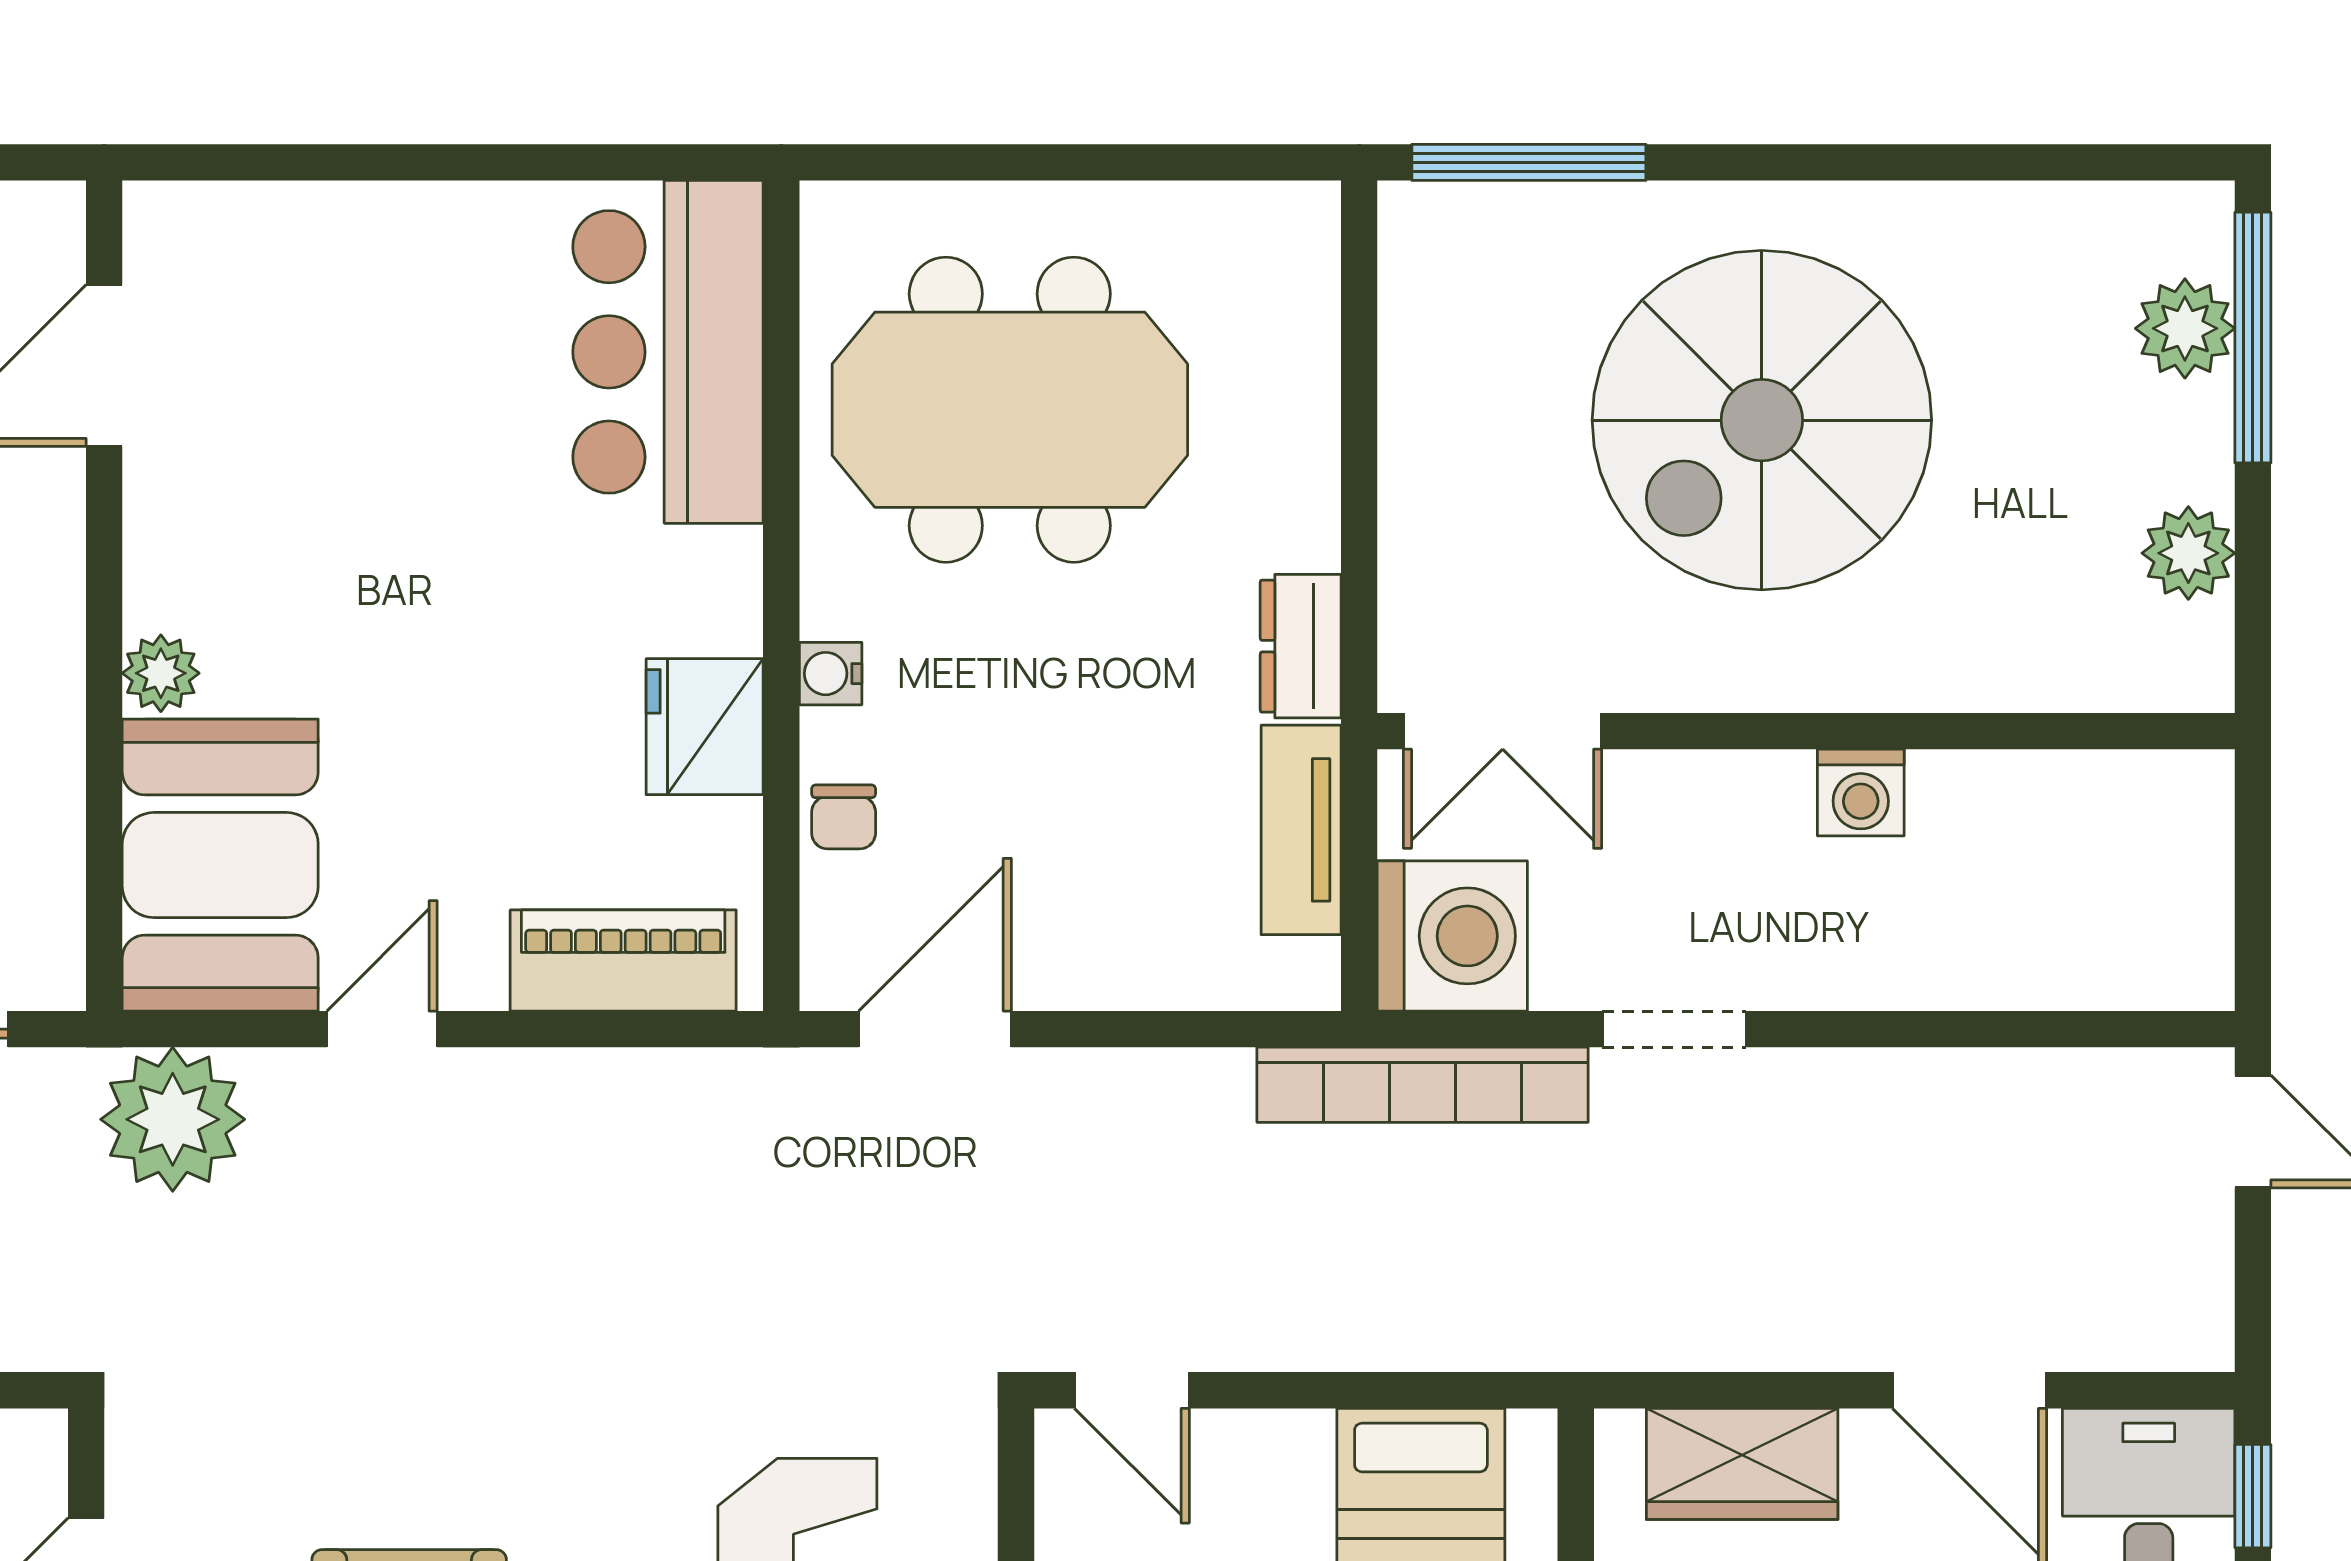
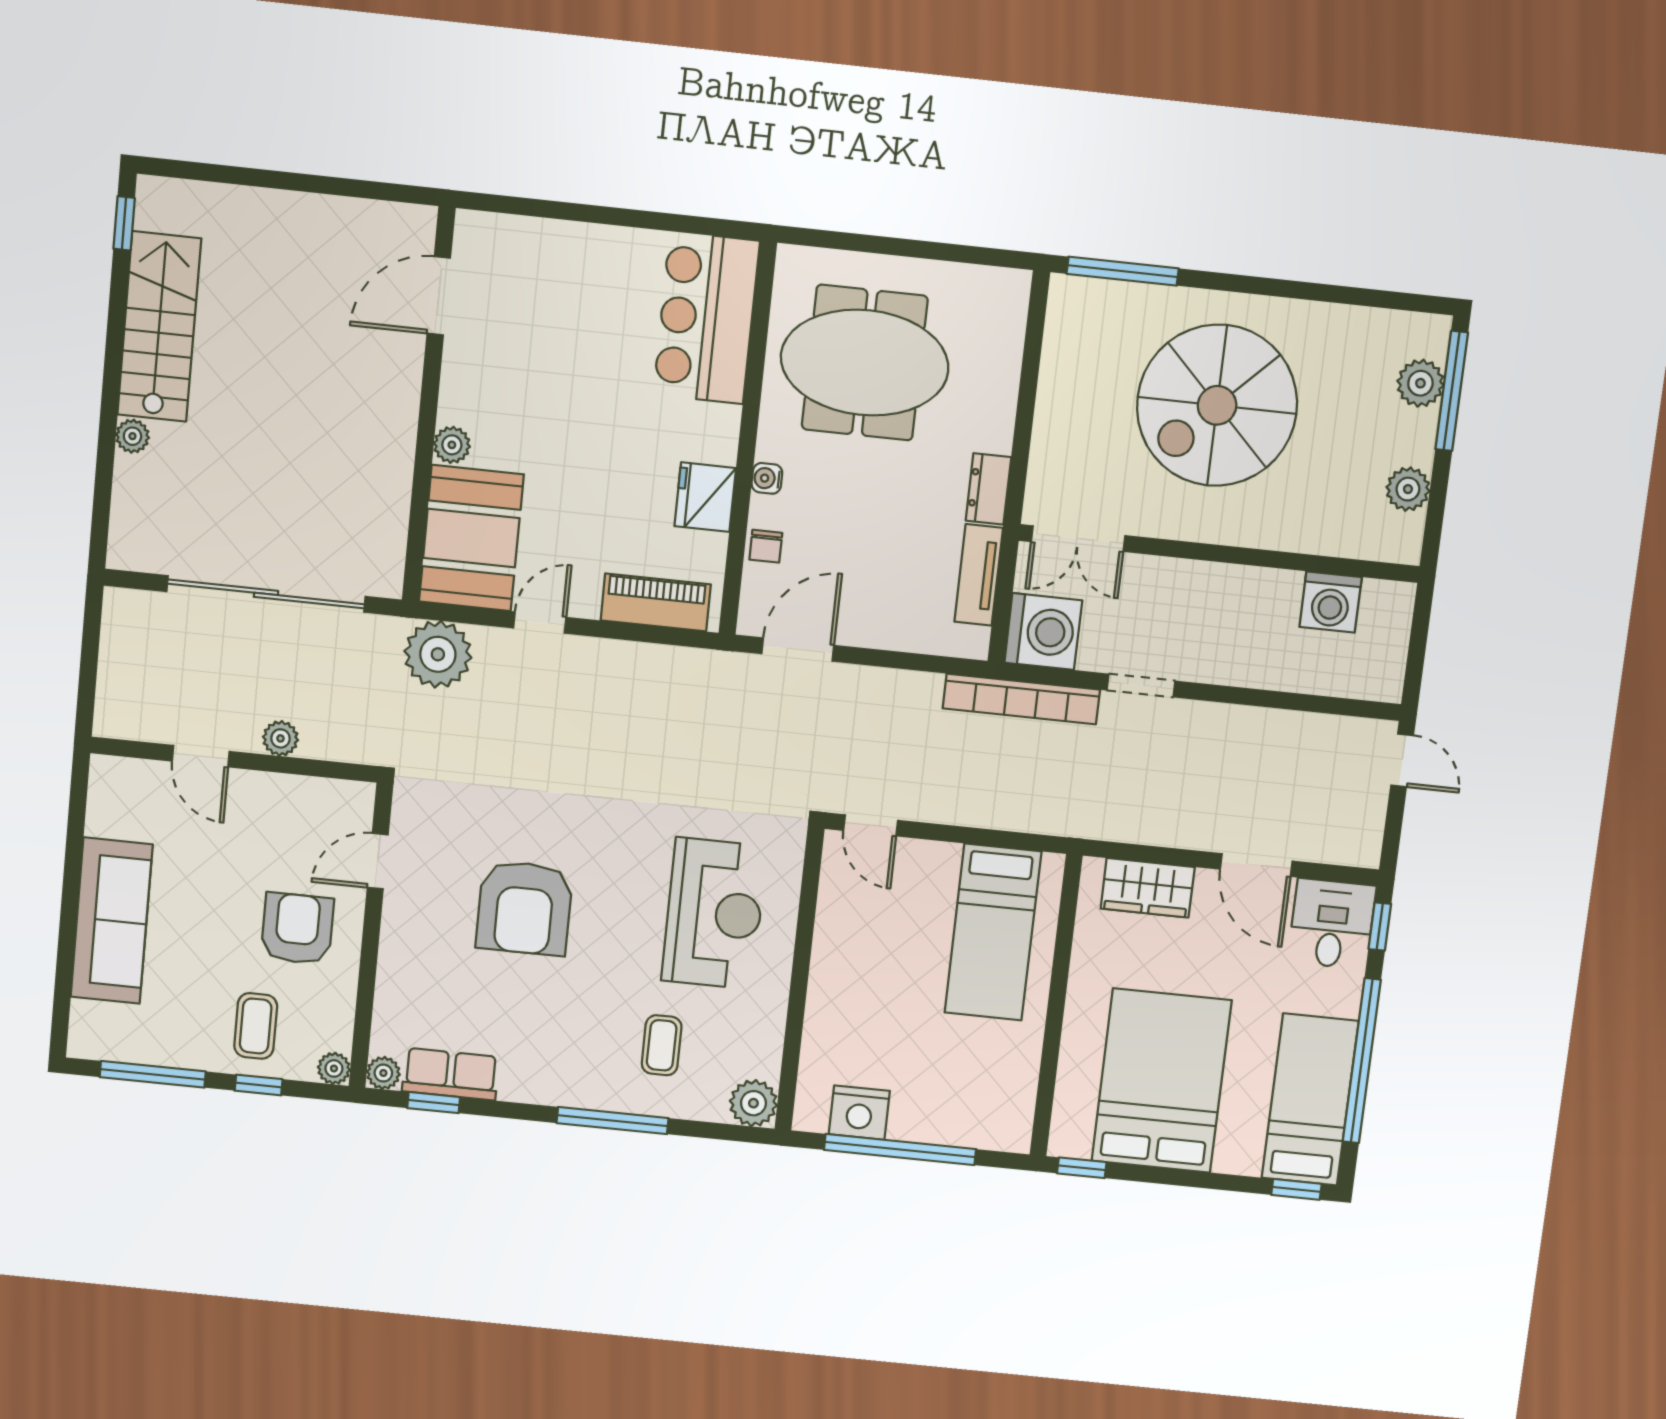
washing machine: (1861, 793) -> (1331, 602), moved, width x1.38, depth x1.38

